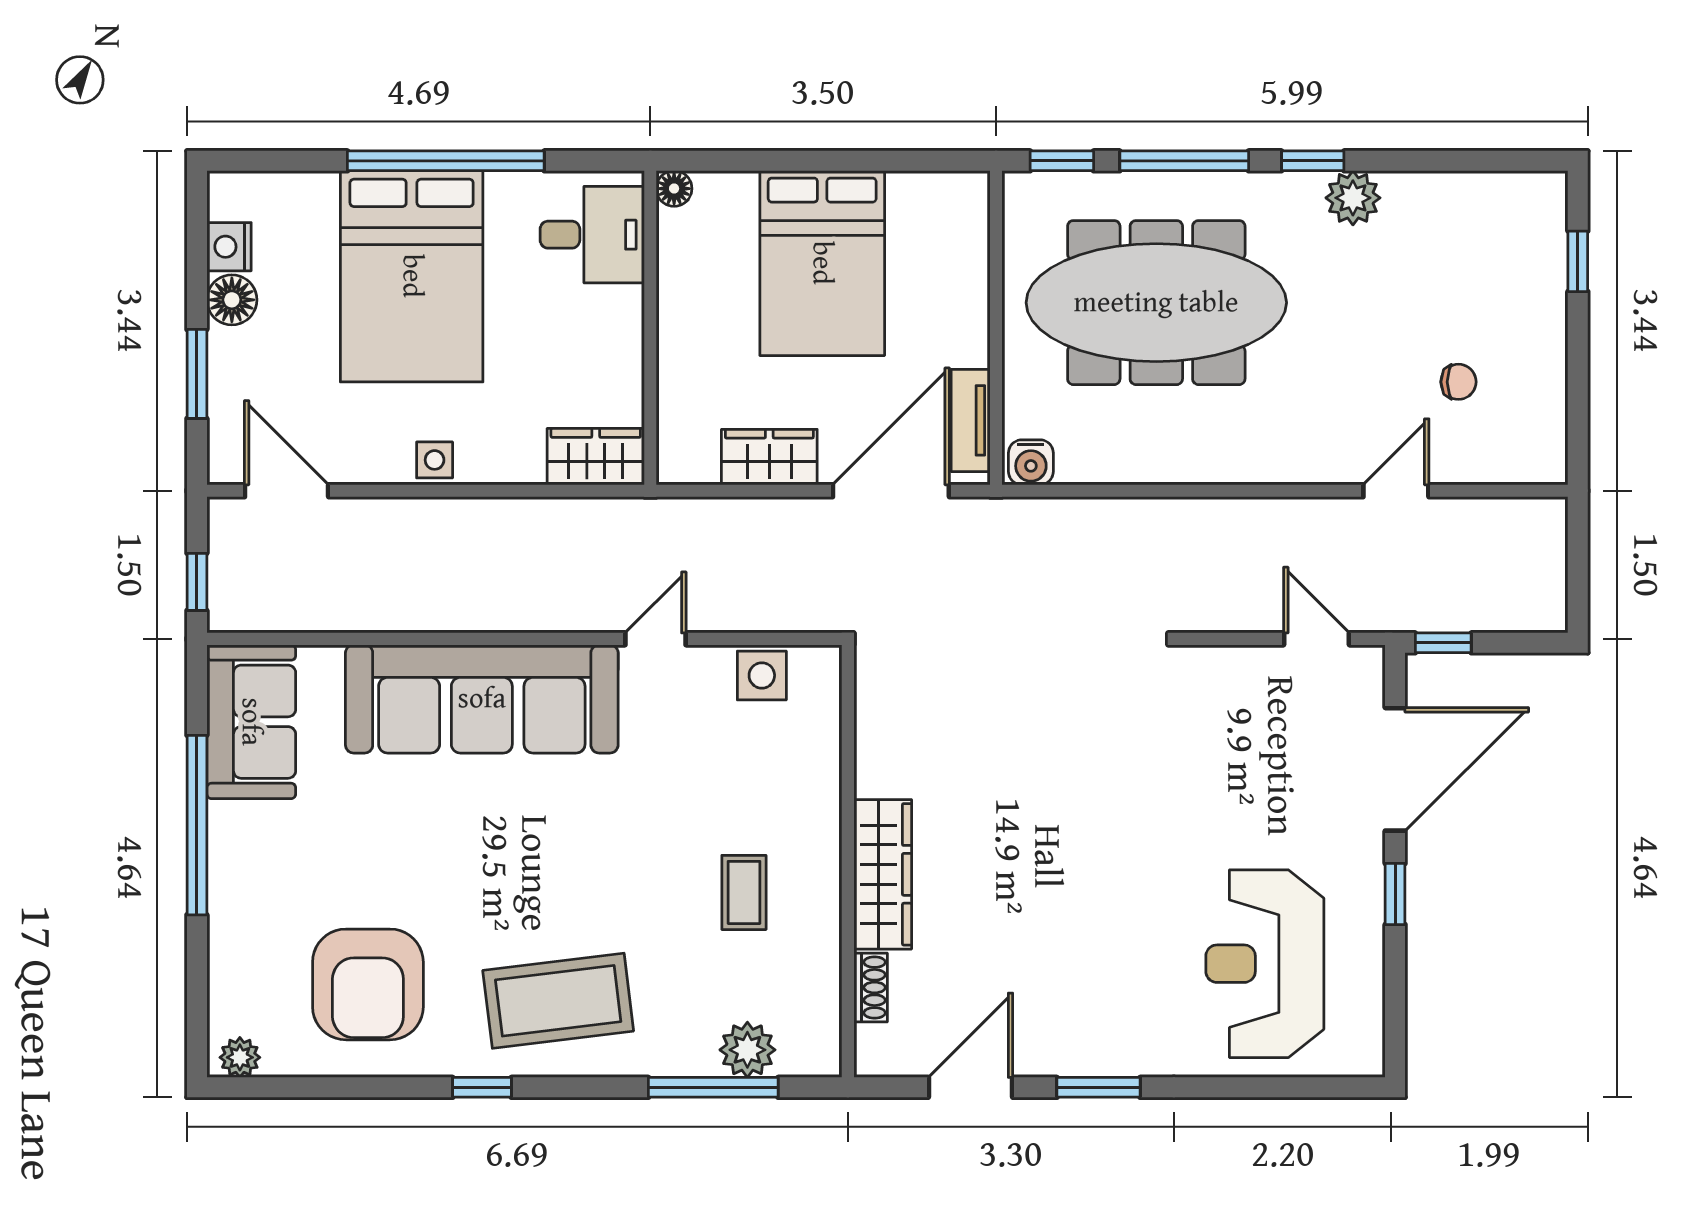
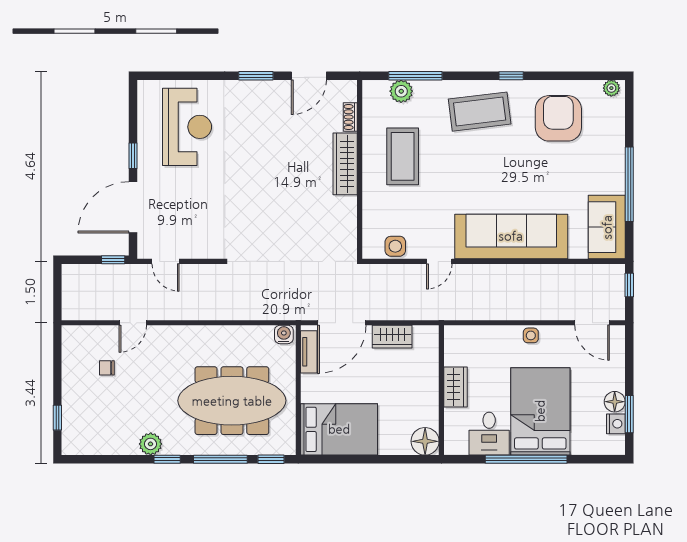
floor lamp: (674, 189) -> (425, 441), width x1.89, depth x1.89
desk: (592, 235) -> (489, 434), moved, turned -90
bed: (822, 263) -> (339, 429), moved, turned 90
window: (197, 374) -> (629, 414), moved
wardrobe: (596, 457) -> (456, 387), moved, turned -90
coffee table: (744, 892) -> (403, 156), width x1.86, depth x1.72

